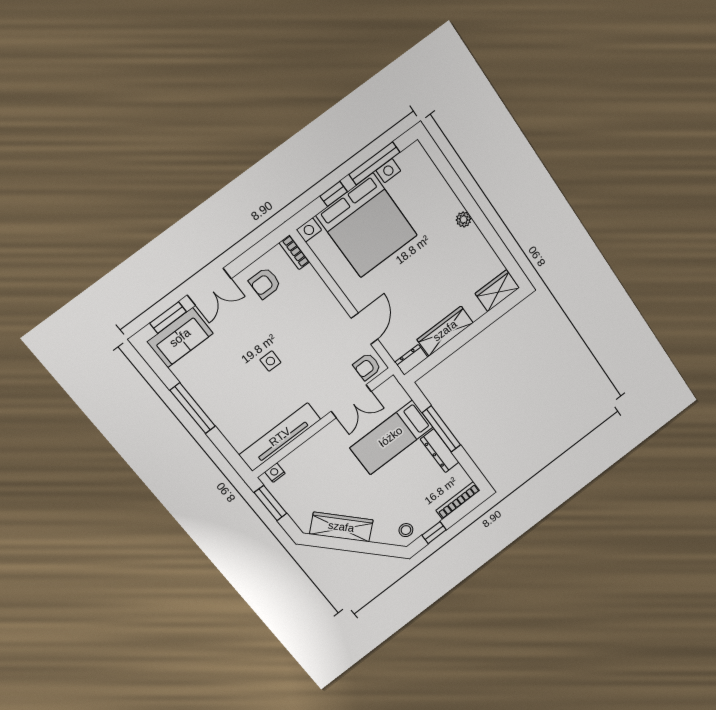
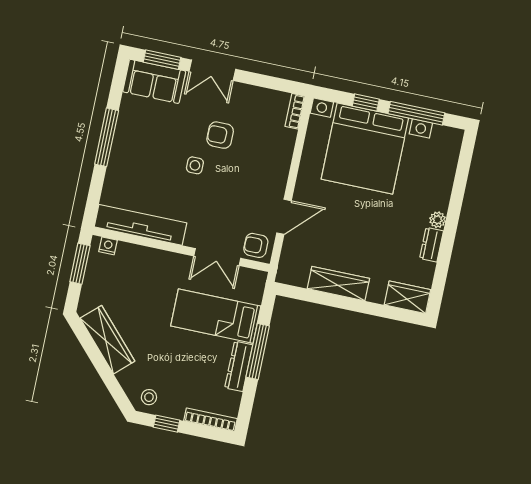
armchair: (265, 283) -> (220, 135), moved
dresser: (411, 360) -> (432, 245), moved, turned -90

